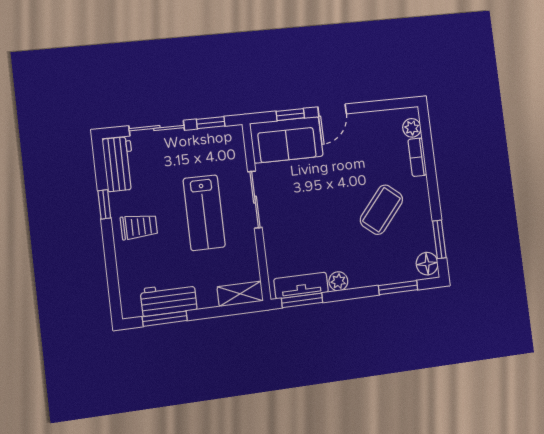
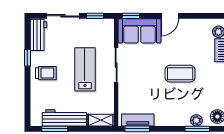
window: (290, 115) -> (131, 16), moved
coffee table: (381, 210) -> (180, 74), moved, turned 50
lab bench: (204, 213) -> (85, 69), turned 180
plant: (338, 281) -> (196, 120), moved
workbench: (169, 299) -> (64, 118), width x1.38

